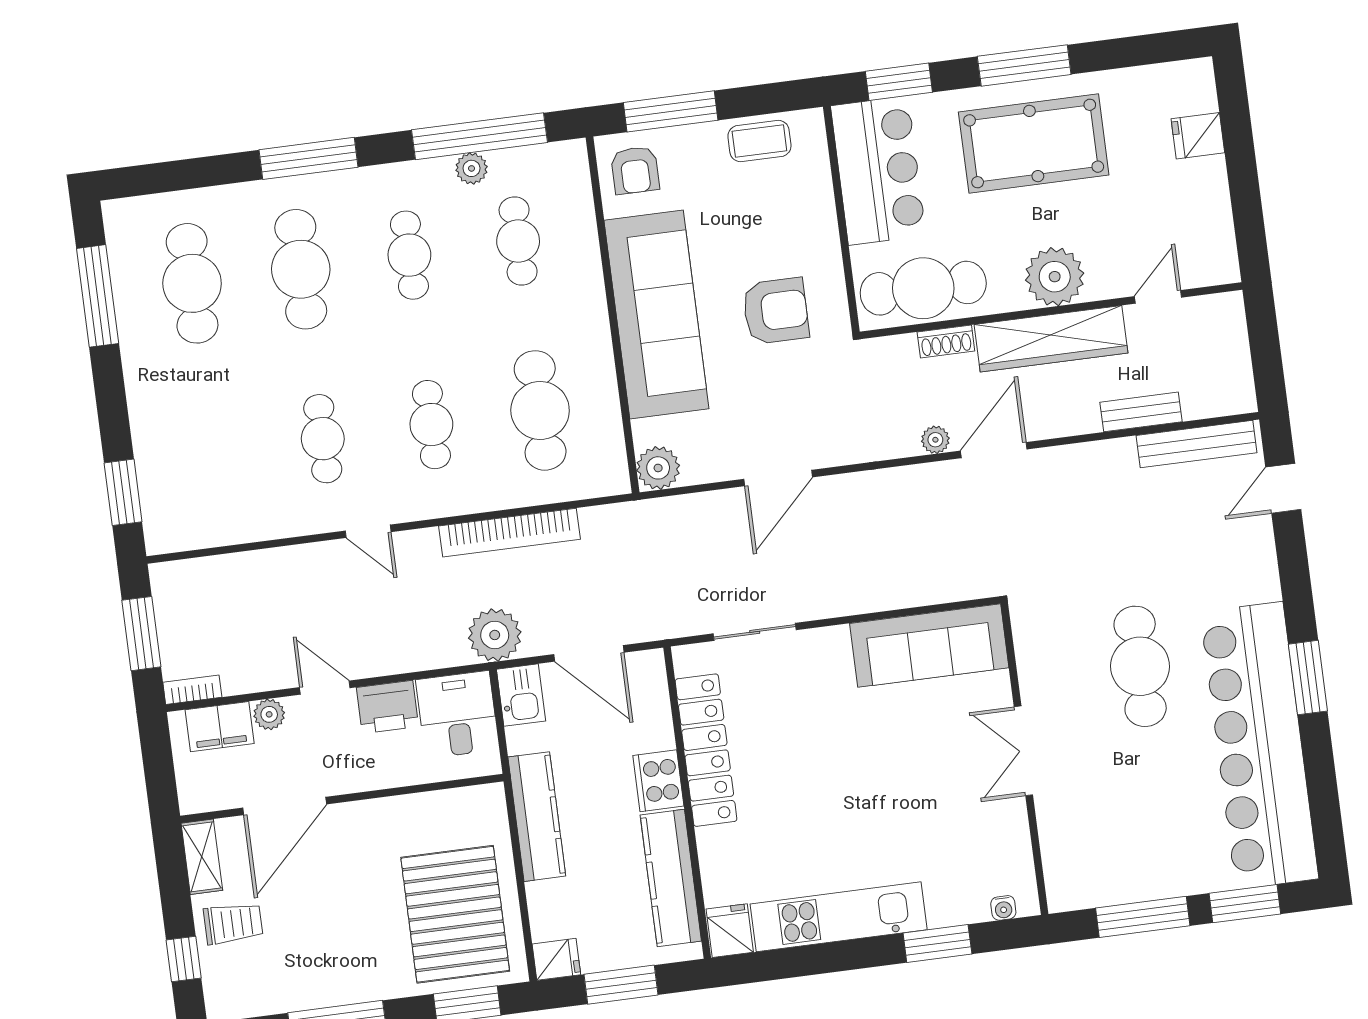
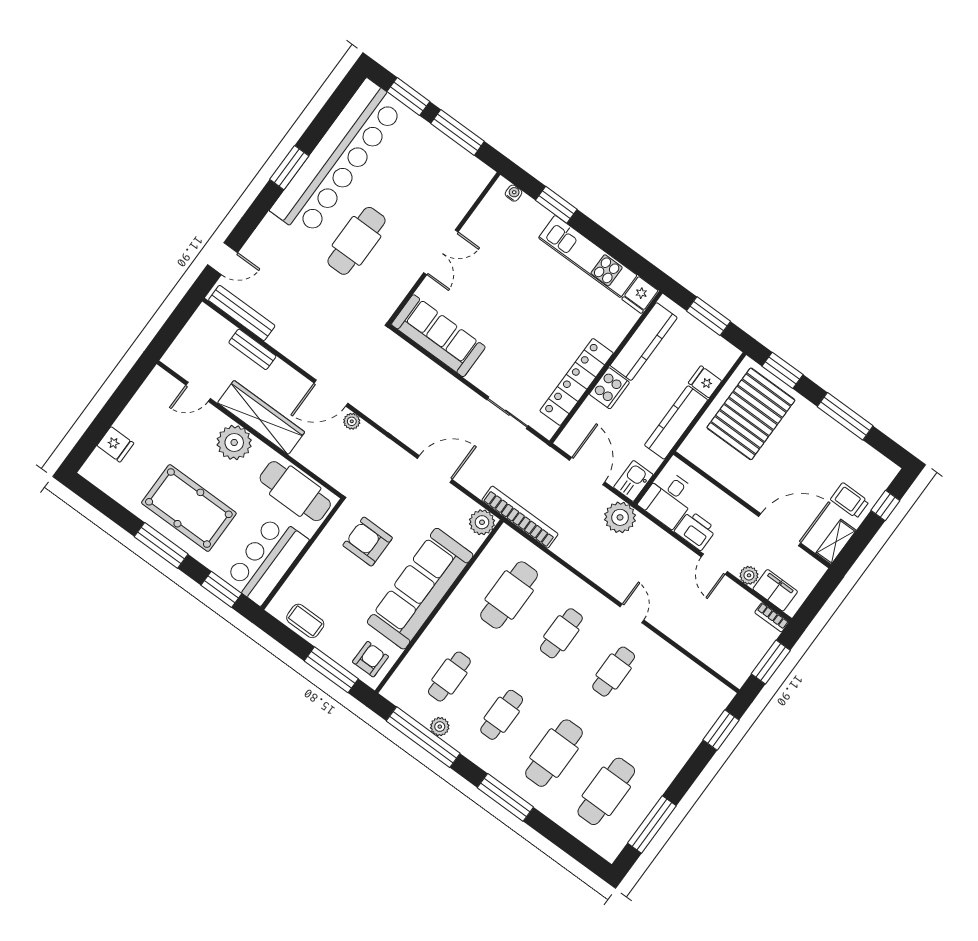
shoe rack: (946, 341) -> (307, 459), removed
bookcase: (509, 533) -> (520, 517), moved
fridge: (556, 959) -> (705, 382), moved

